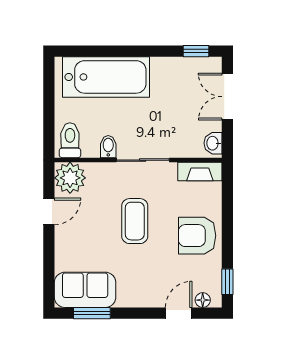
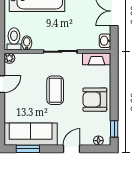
bidet: (108, 147) -> (27, 43), moved
plant: (70, 178) -> (9, 58), width x0.53, depth x0.53
sofa: (85, 290) -> (31, 134), width x1.36
door: (179, 313) -> (72, 149), moved

